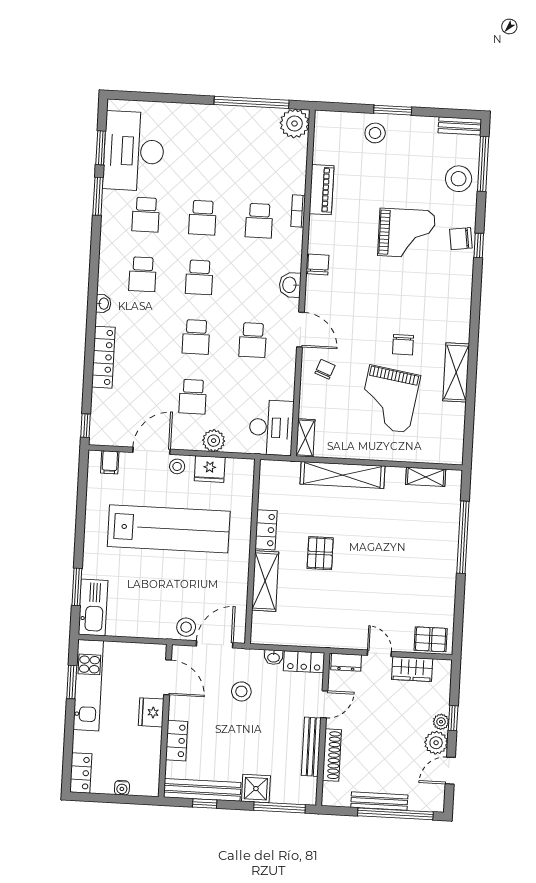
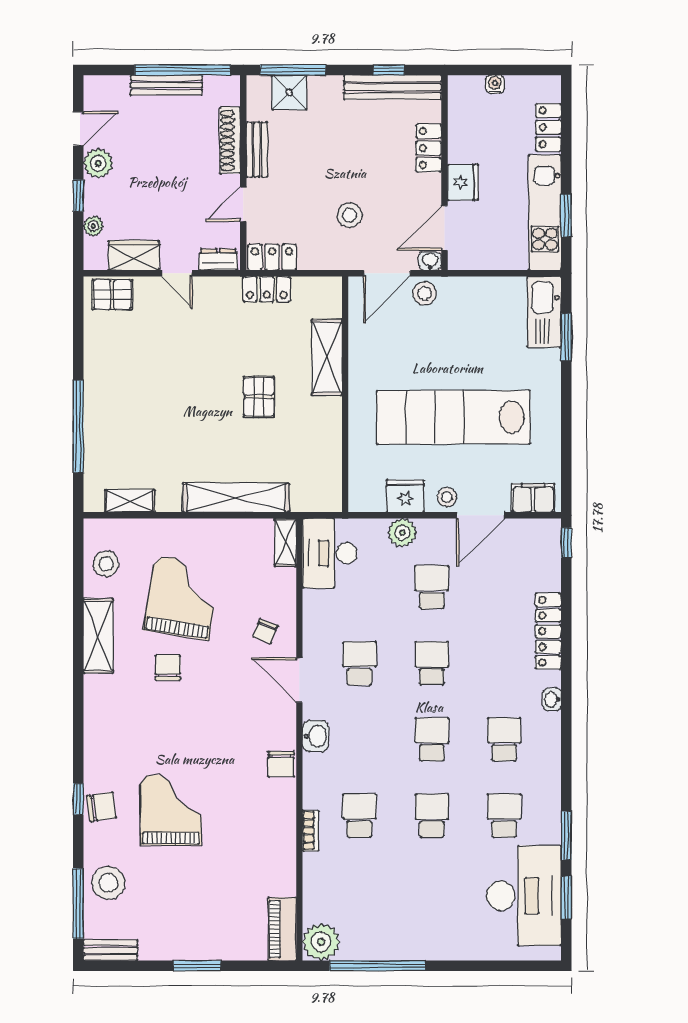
stool: (375, 133) -> (106, 564), moved
piano: (322, 190) -> (282, 929), moved
grand piano: (407, 233) -> (171, 810), turned 90
filing cabinet: (110, 462) -> (533, 498), width x2.00
locker: (266, 530) -> (267, 289), moved, turned -90
washbasin: (274, 657) -> (430, 261), moved
door: (168, 677) -> (445, 228), hinge flipped
plant: (441, 722) -> (93, 226), moved
bench: (311, 747) -> (257, 150), width x0.73
locker: (81, 773) -> (548, 127), moved
shower: (256, 789) -> (289, 92), moved
window: (395, 814) -> (183, 70), moved

